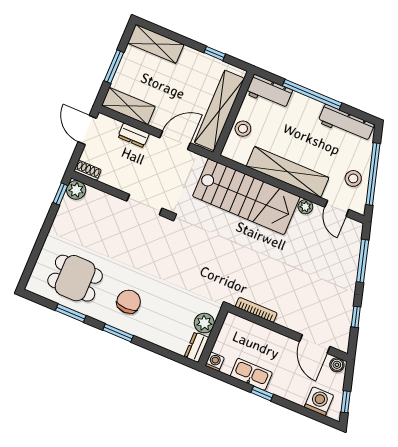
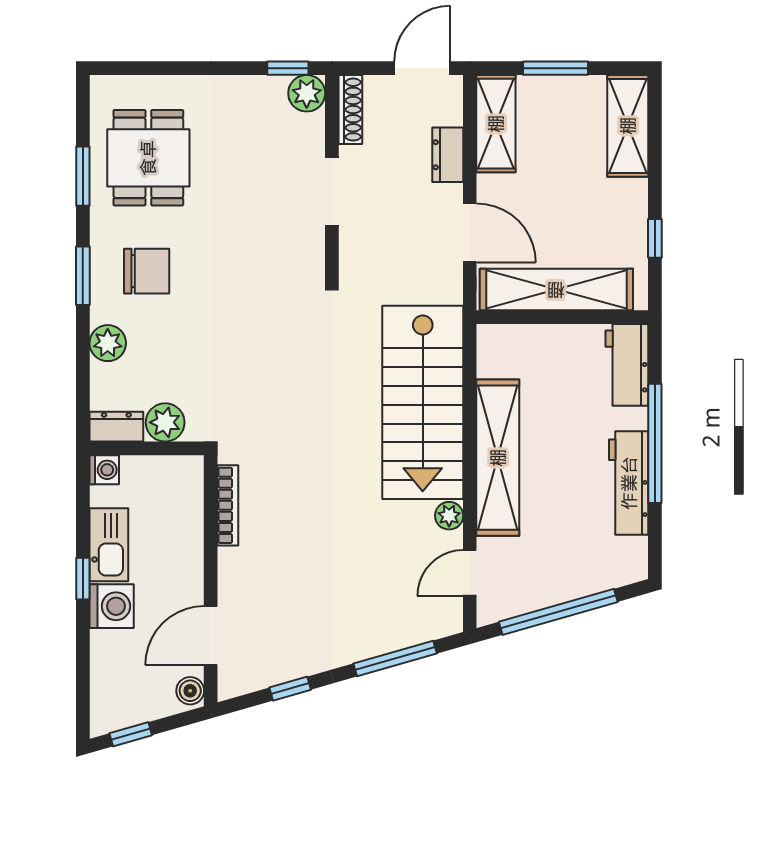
workbench: (346, 123) -> (629, 483), moved
stool: (243, 129) -> (542, 345), removed
shoe rack: (88, 170) -> (350, 110), width x1.43
stool: (353, 178) -> (535, 580), removed
doorway: (144, 205) -> (332, 191), moved
plant: (155, 335) -> (108, 343), added
washing machine: (319, 401) -> (112, 606), moved

